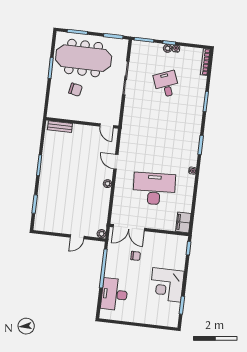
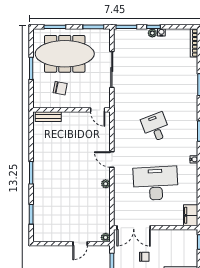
desk: (166, 84) -> (156, 127), moved
wall: (82, 123) -> (71, 110), moved
door: (107, 126) -> (98, 110), moved
bench: (60, 127) -> (48, 117), moved

